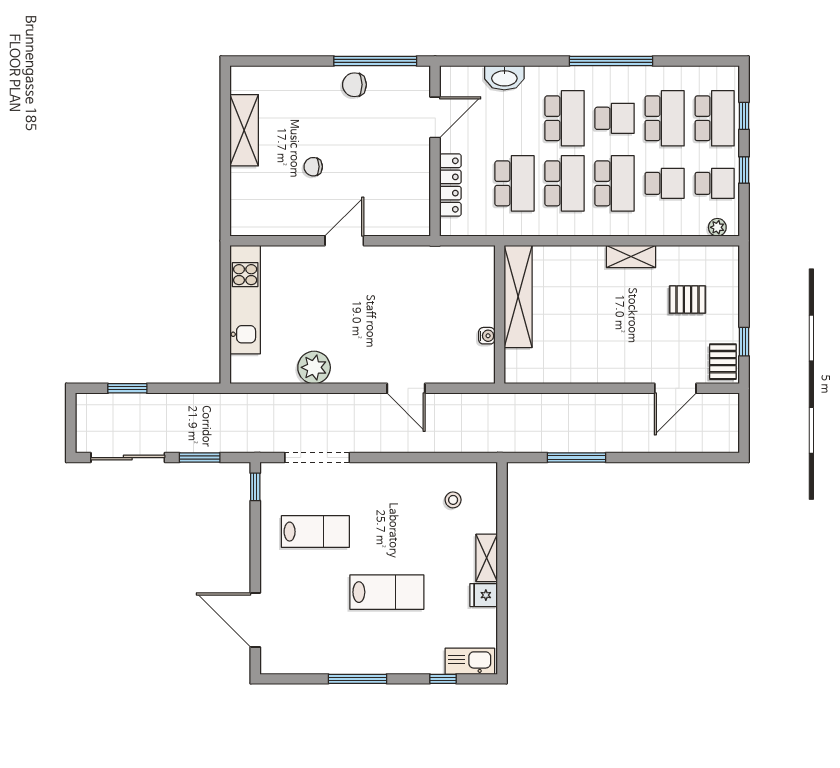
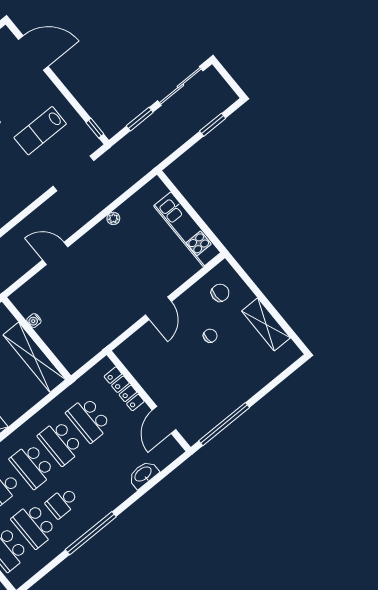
chair: (354, 85) -> (220, 293), moved
school desk: (565, 118) -> (91, 479), removed
plant: (314, 367) -> (113, 218), width x0.53, depth x0.53

